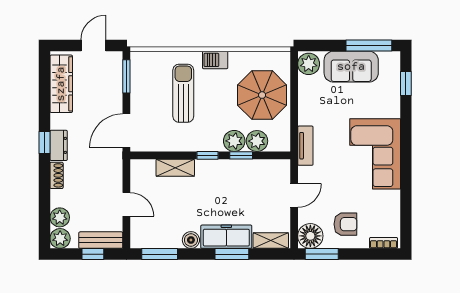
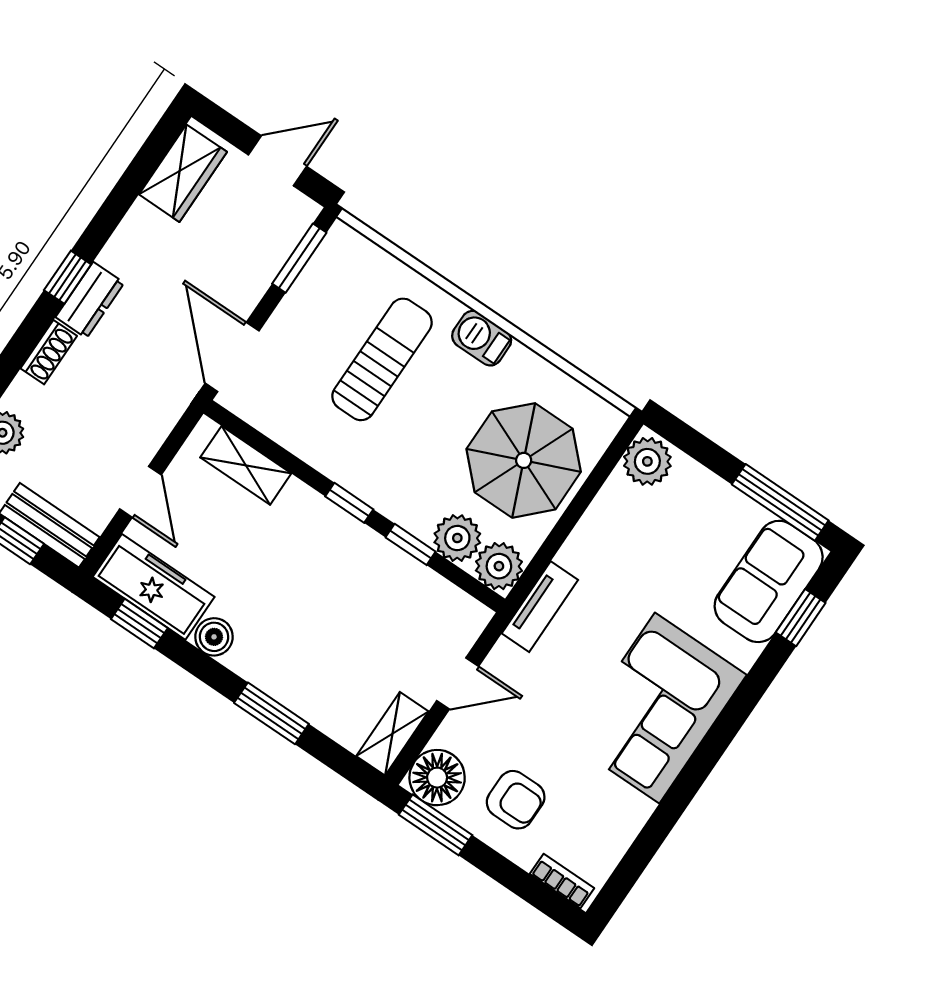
sofa: (351, 67) -> (769, 581), moved, turned 90
wardrobe: (61, 84) -> (183, 173), width x0.67
door: (126, 131) -> (232, 357), hinge flipped
plant: (234, 141) -> (499, 566), moved
shelving: (175, 168) -> (246, 465), moved
freezer: (226, 237) -> (154, 587), moved
shelving: (271, 241) -> (392, 734), moved, turned 90
window: (160, 254) -> (139, 624), width x0.67

